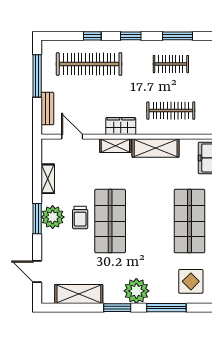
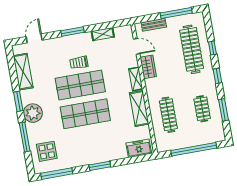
wardrobe: (121, 126) -> (148, 67), moved
door: (72, 137) -> (137, 46), hinge flipped
plant: (53, 217) -> (76, 43), removed
shop shelf: (189, 221) -> (85, 114), moved

